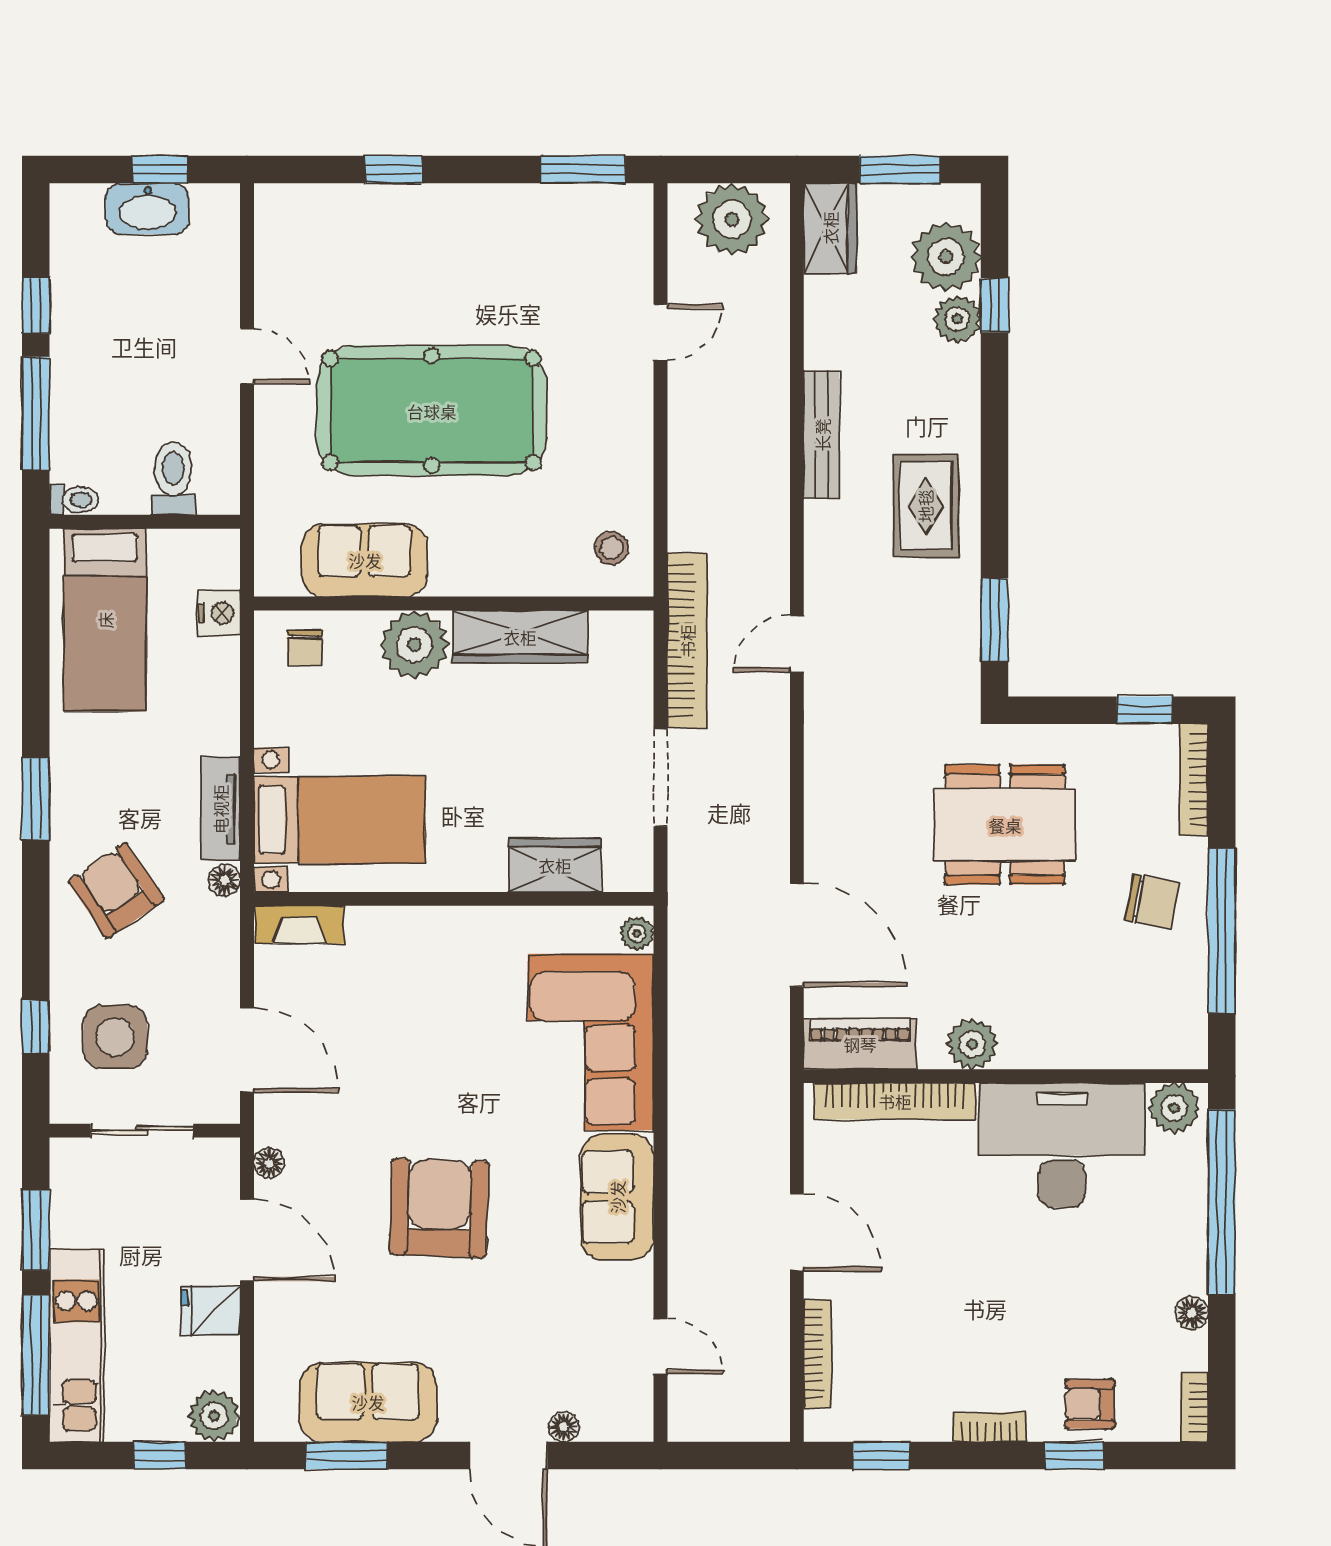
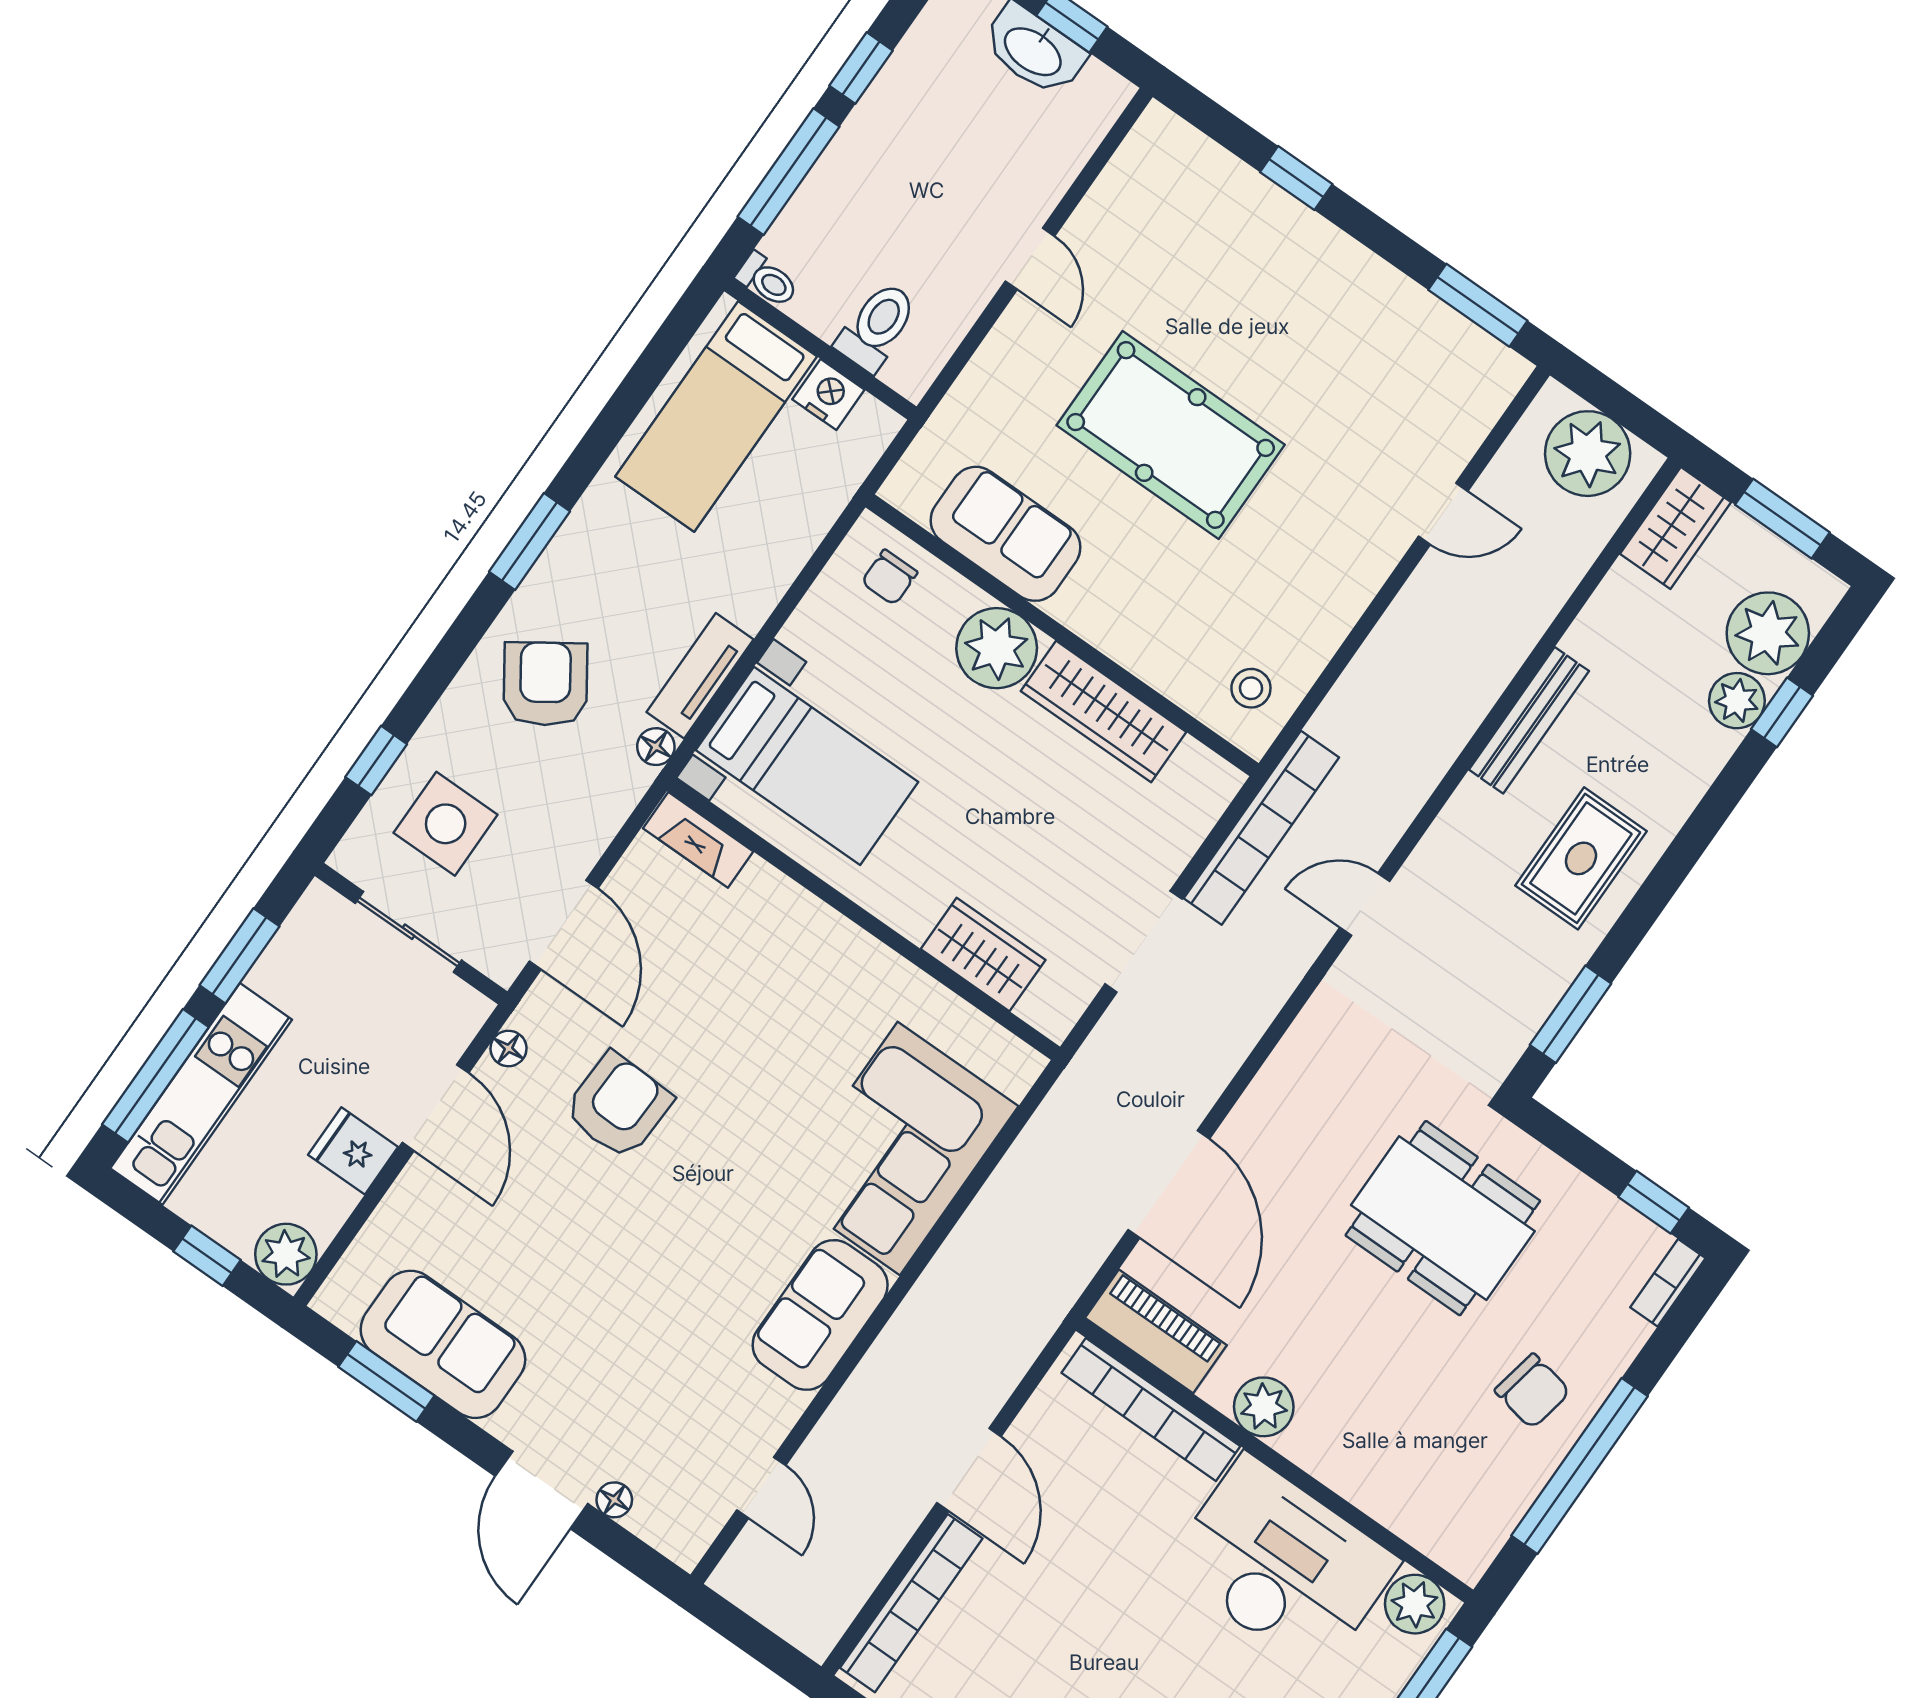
pool table: (432, 411) -> (1171, 435), width x0.73, depth x0.76
nightstand: (219, 613) -> (828, 395), moved, turned -90
bookcase: (1194, 780) -> (1668, 1283), width x0.64
plant: (637, 933) -> (1016, 1075), removed
armchair: (439, 1208) -> (618, 1106), moved, width x0.73, depth x0.73
bookcase: (818, 1354) -> (911, 1603), width x1.48, depth x1.31

